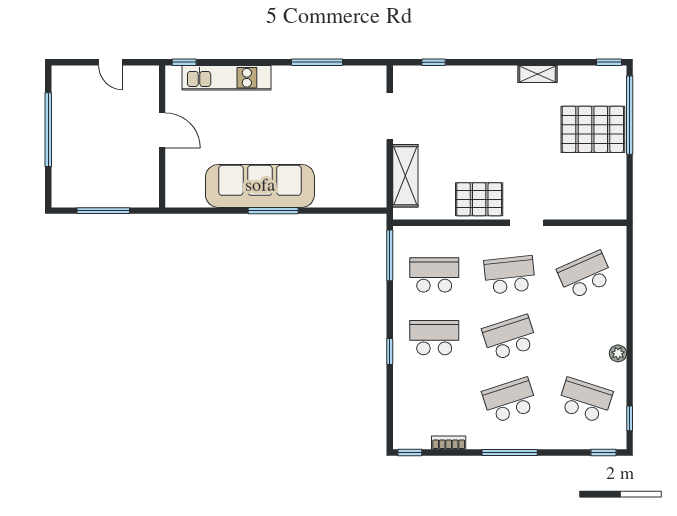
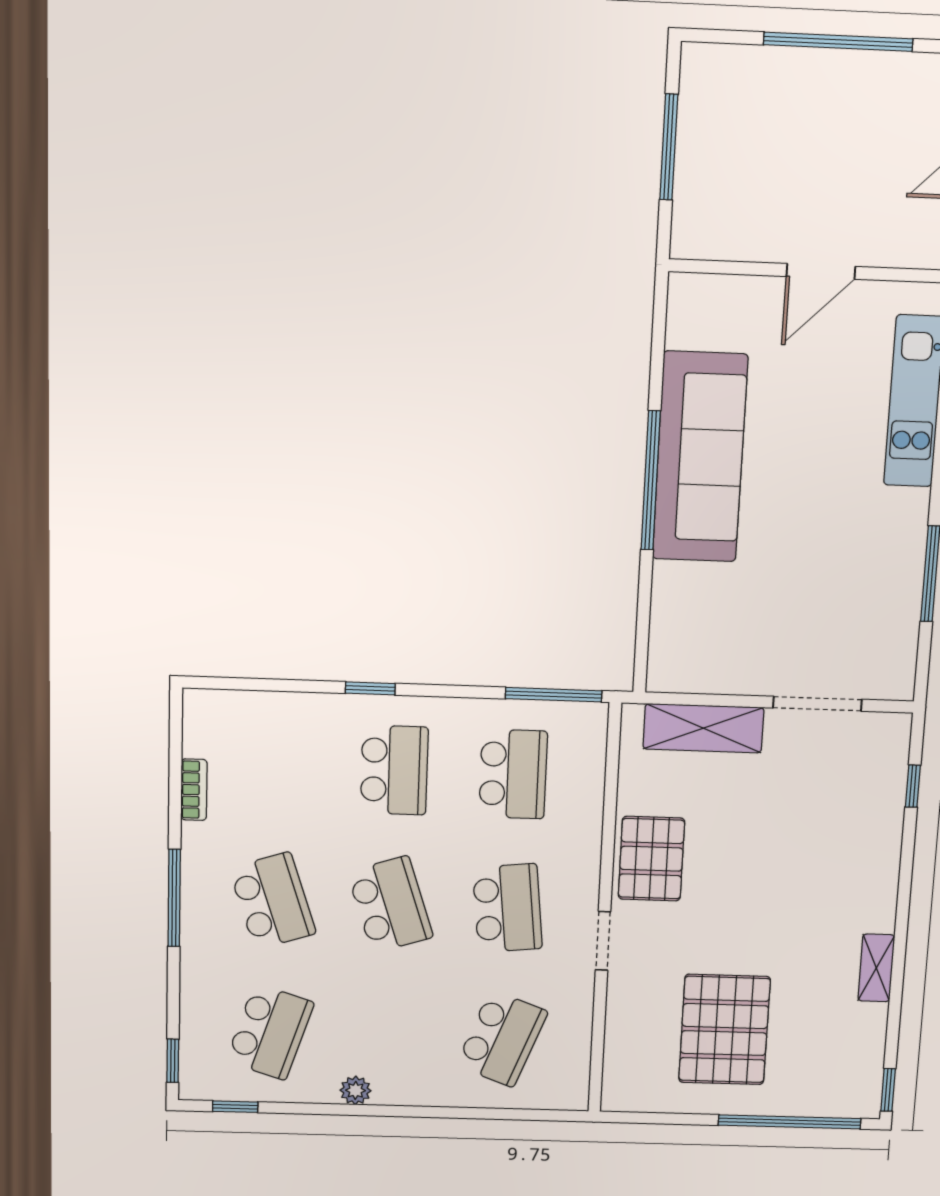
pallet: (593, 129) -> (724, 1030), moved
window: (273, 211) -> (651, 480), width x1.46
school desk: (585, 275) -> (502, 1039), turned 45
window: (410, 452) -> (176, 719), removed

